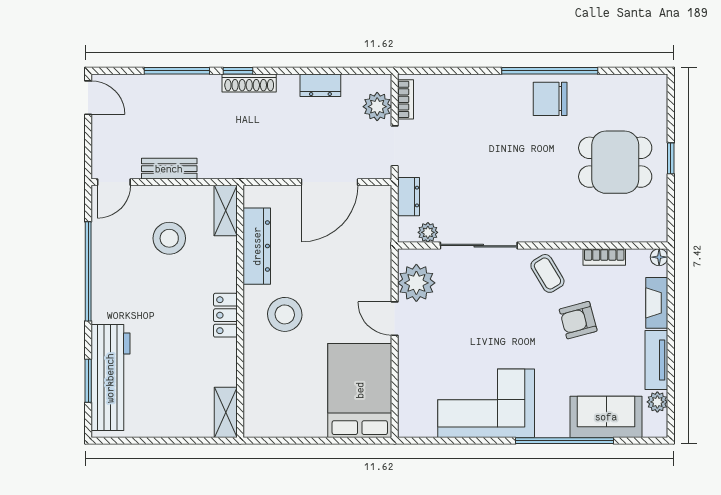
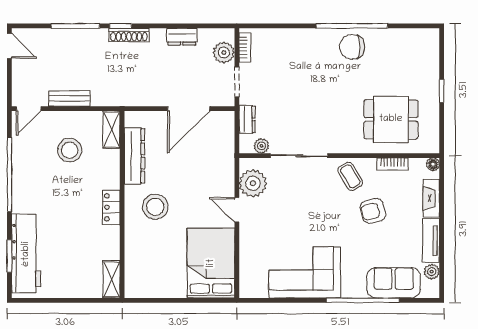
dining table: (615, 162) -> (391, 119), moved

